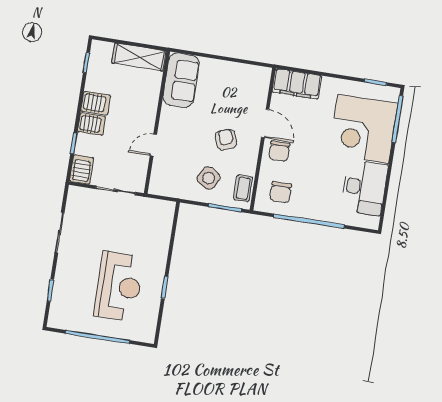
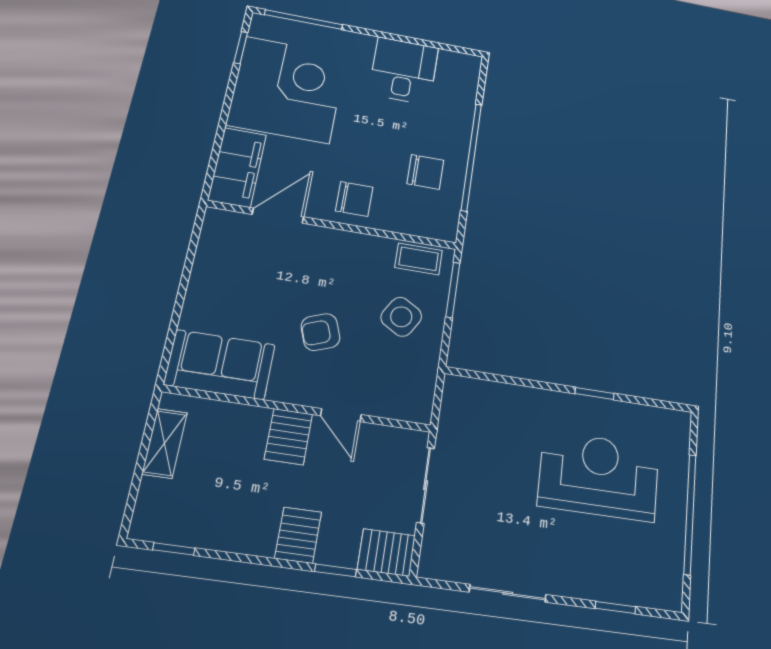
shelving: (139, 57) -> (165, 443), width x0.67, depth x0.75
server rack: (96, 103) -> (289, 437), moved, turned 180
door: (265, 123) -> (278, 216), moved
corner desk: (363, 129) -> (287, 90), moved, turned -90
armchair: (226, 140) -> (320, 332), moved
desk: (364, 187) -> (404, 71), width x0.73
chair: (281, 192) -> (425, 172), moved

